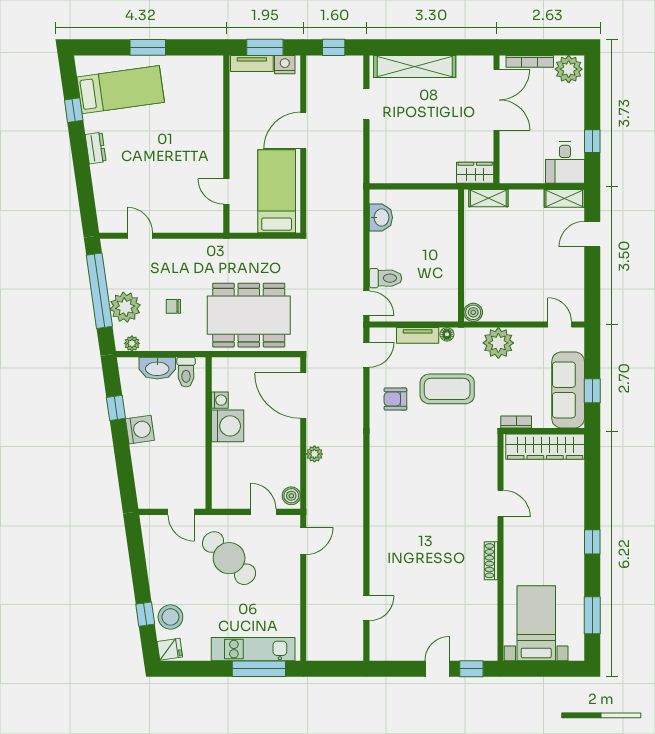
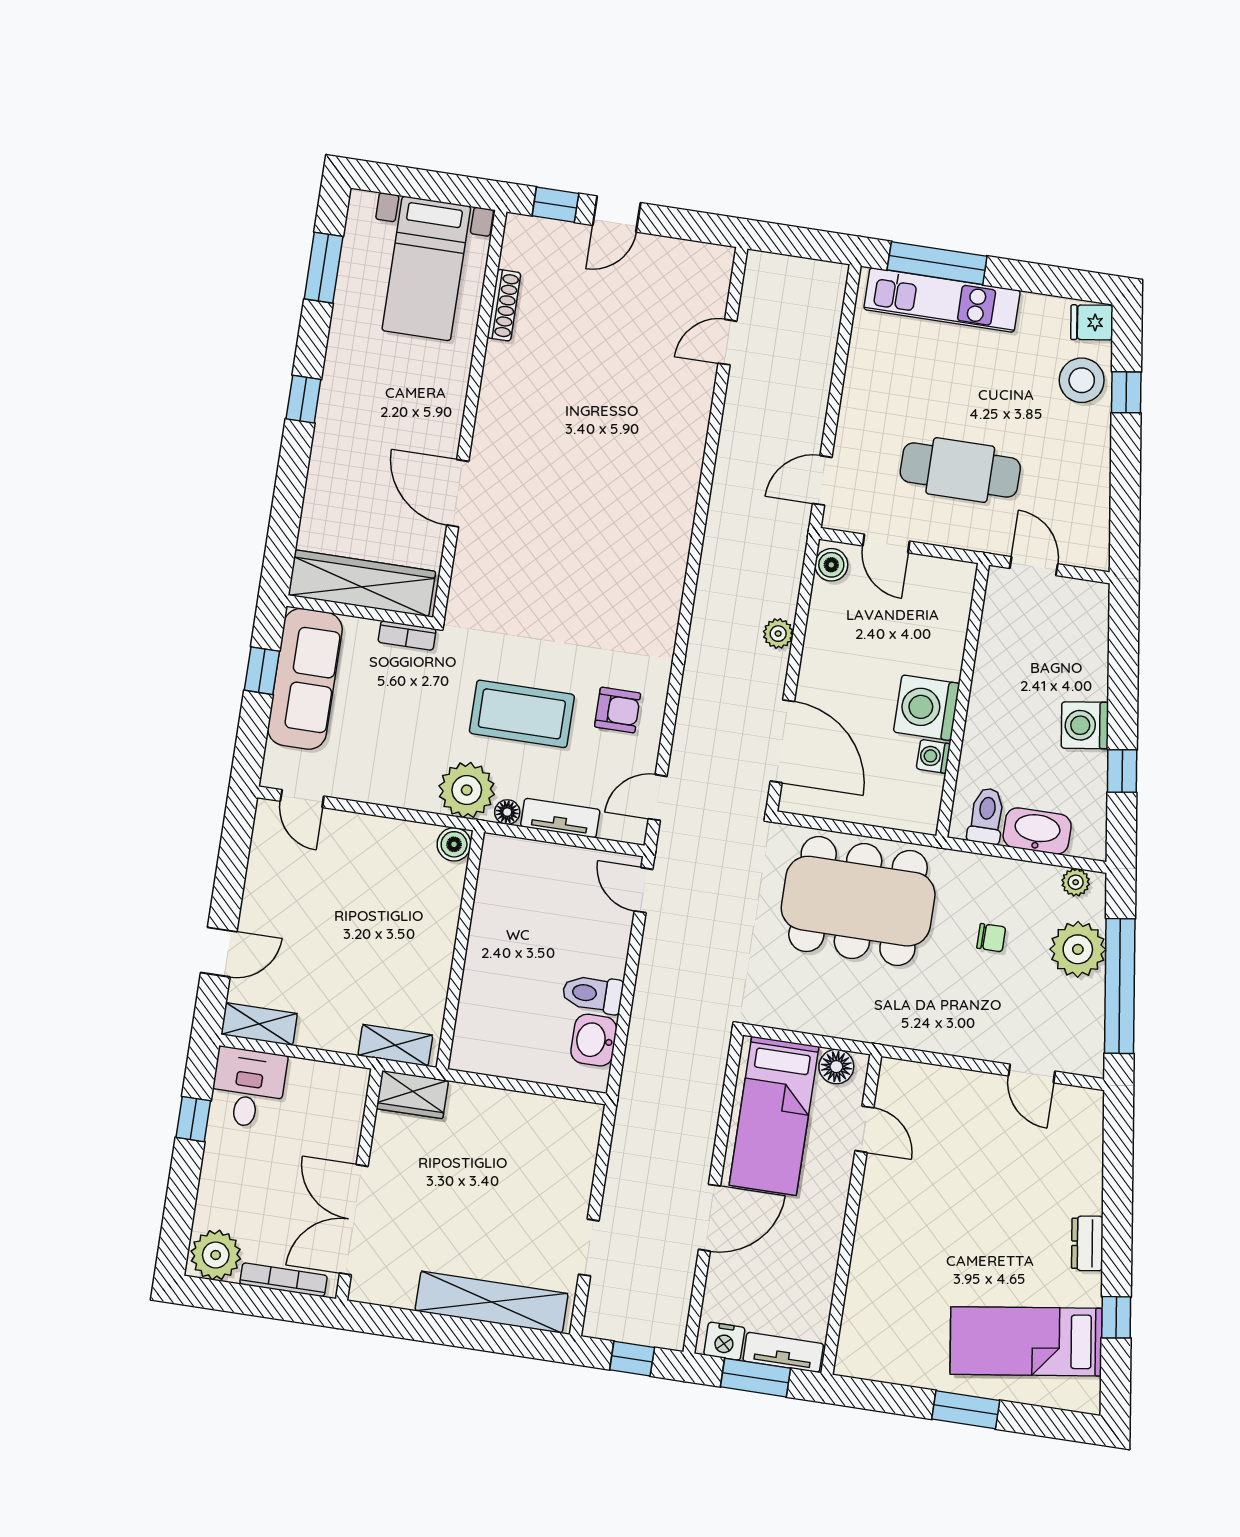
floor lamp: (247, 223) -> (836, 1067), added
toilet: (385, 278) -> (593, 994), moved
plant: (498, 343) -> (467, 790), moved
door: (500, 504) -> (458, 493), width x1.37
cafe table: (229, 558) -> (960, 470), turned -45
shoe rack: (491, 561) -> (504, 305), moved

